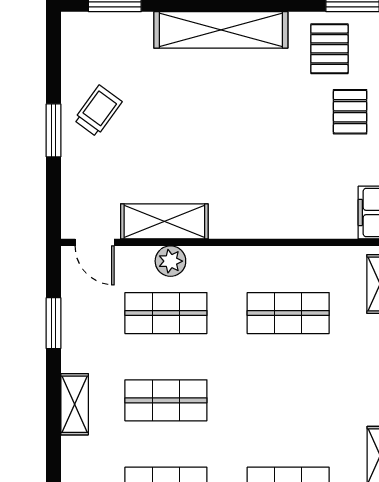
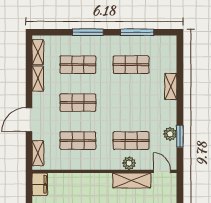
plant: (76, 328) -> (170, 134), added
shop shelf: (166, 400) -> (78, 103), moved
shelving: (75, 404) -> (171, 87), moved

